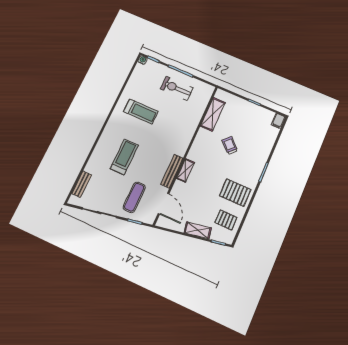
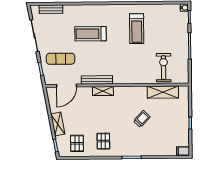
exercise bike: (177, 88) -> (164, 68), moved
treadmill: (124, 157) -> (91, 34), turned 180
pallet: (235, 193) -> (103, 141), width x0.67, depth x0.71

